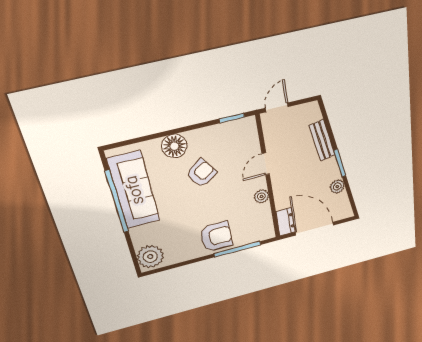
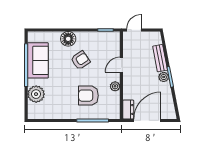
plant: (337, 187) -> (164, 77), moved
sofa: (134, 190) -> (38, 60), width x0.73
door: (314, 229) -> (147, 120), hinge flipped
armchair: (216, 237) -> (88, 96), moved, turned 180
plant: (150, 257) -> (36, 94), moved

